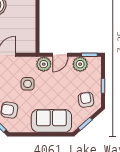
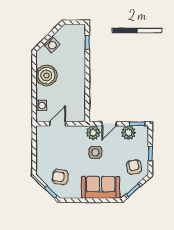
side table: (28, 84) -> (95, 152), moved

